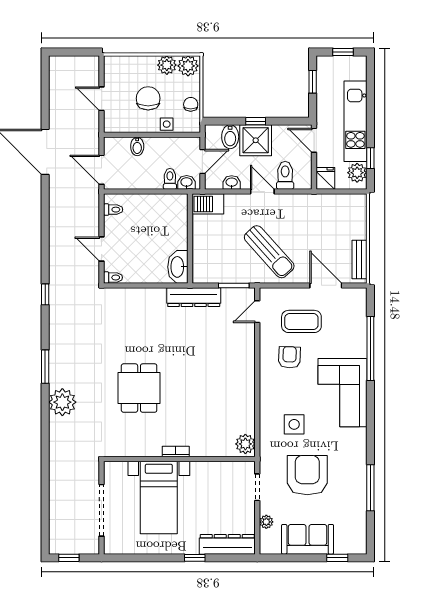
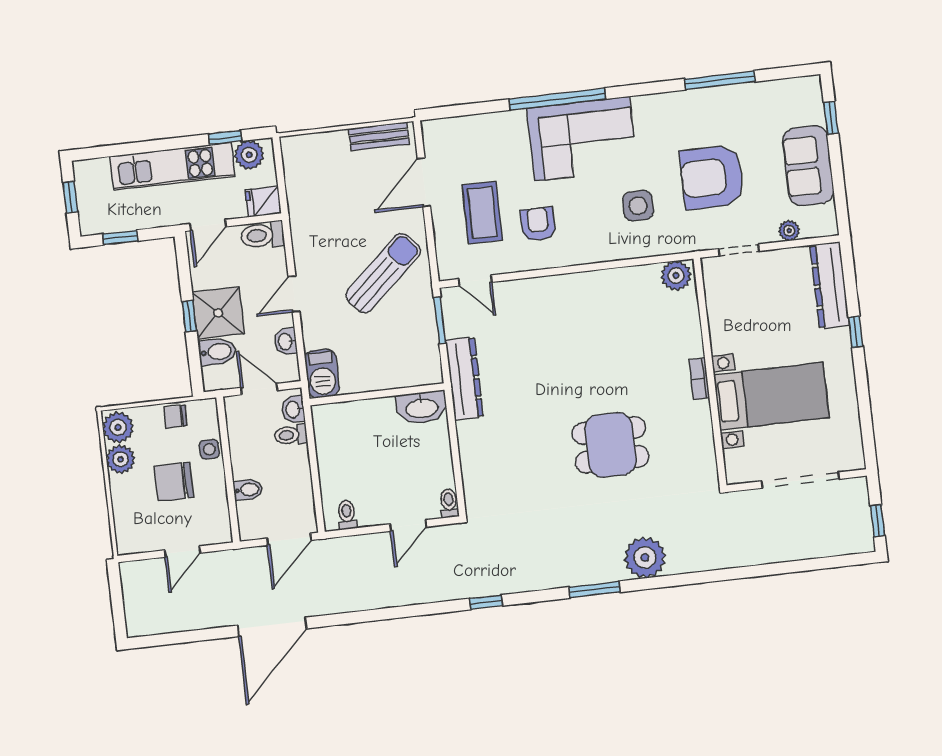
toilet: (285, 175) -> (262, 235), moved
window: (370, 349) -> (557, 99), moved
armchair: (290, 357) -> (538, 224), turned 88

